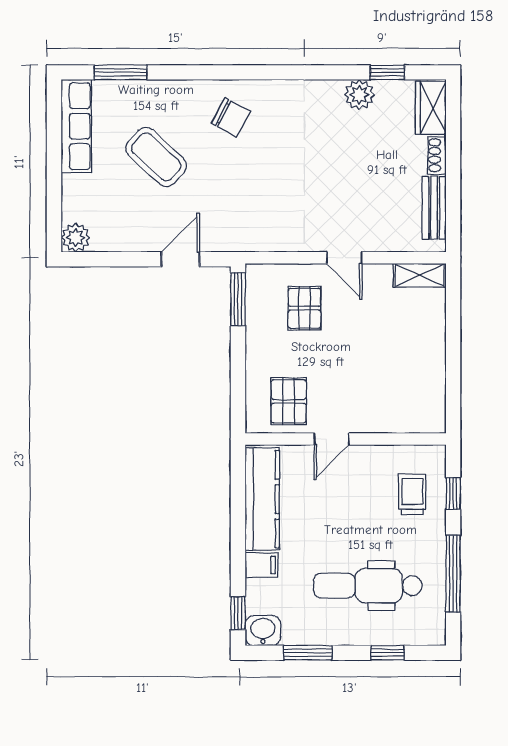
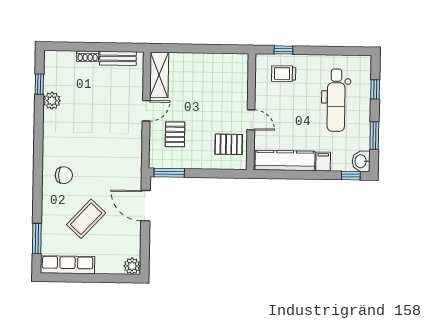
wardrobe: (431, 108) -> (60, 59), removed
chair: (231, 117) -> (64, 175), turned 62
door: (180, 259) -> (145, 206), width x1.38
shelving: (420, 275) -> (159, 75), width x1.50, depth x1.33
pallet: (304, 308) -> (175, 134), turned 90
window: (453, 574) -> (330, 51), removed

